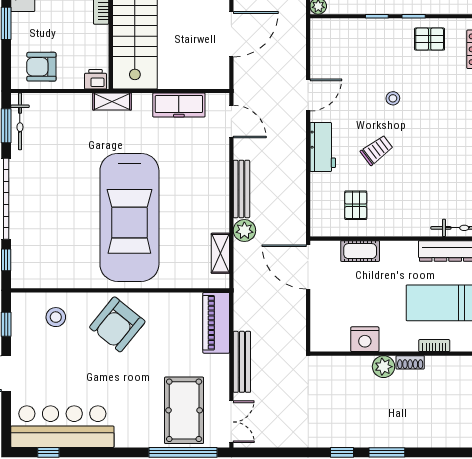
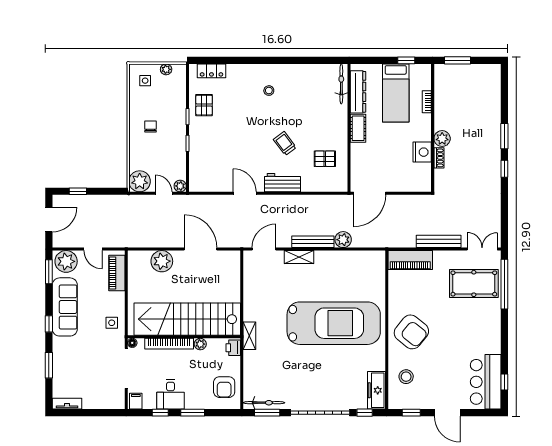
plant: (101, 34) -> (200, 344), added
stool: (393, 98) -> (269, 91), moved
freezer: (179, 105) -> (376, 390), moved, turned 180
cot: (360, 251) -> (358, 128), moved
shelving: (220, 253) -> (299, 257), moved
shoe rack: (410, 362) -> (439, 158), moved
bar counter: (62, 427) -> (486, 382), width x0.73

